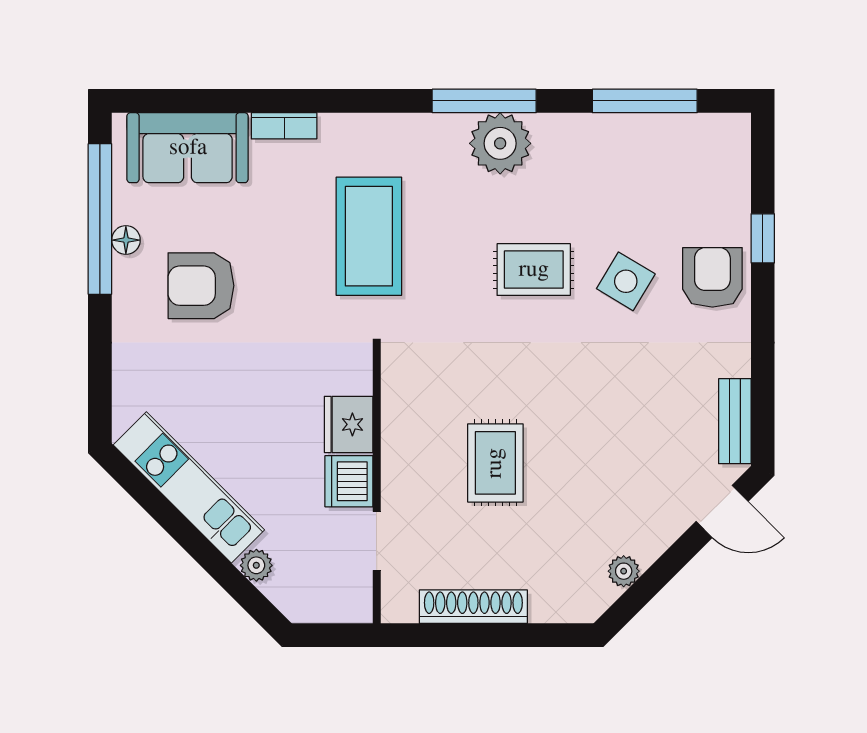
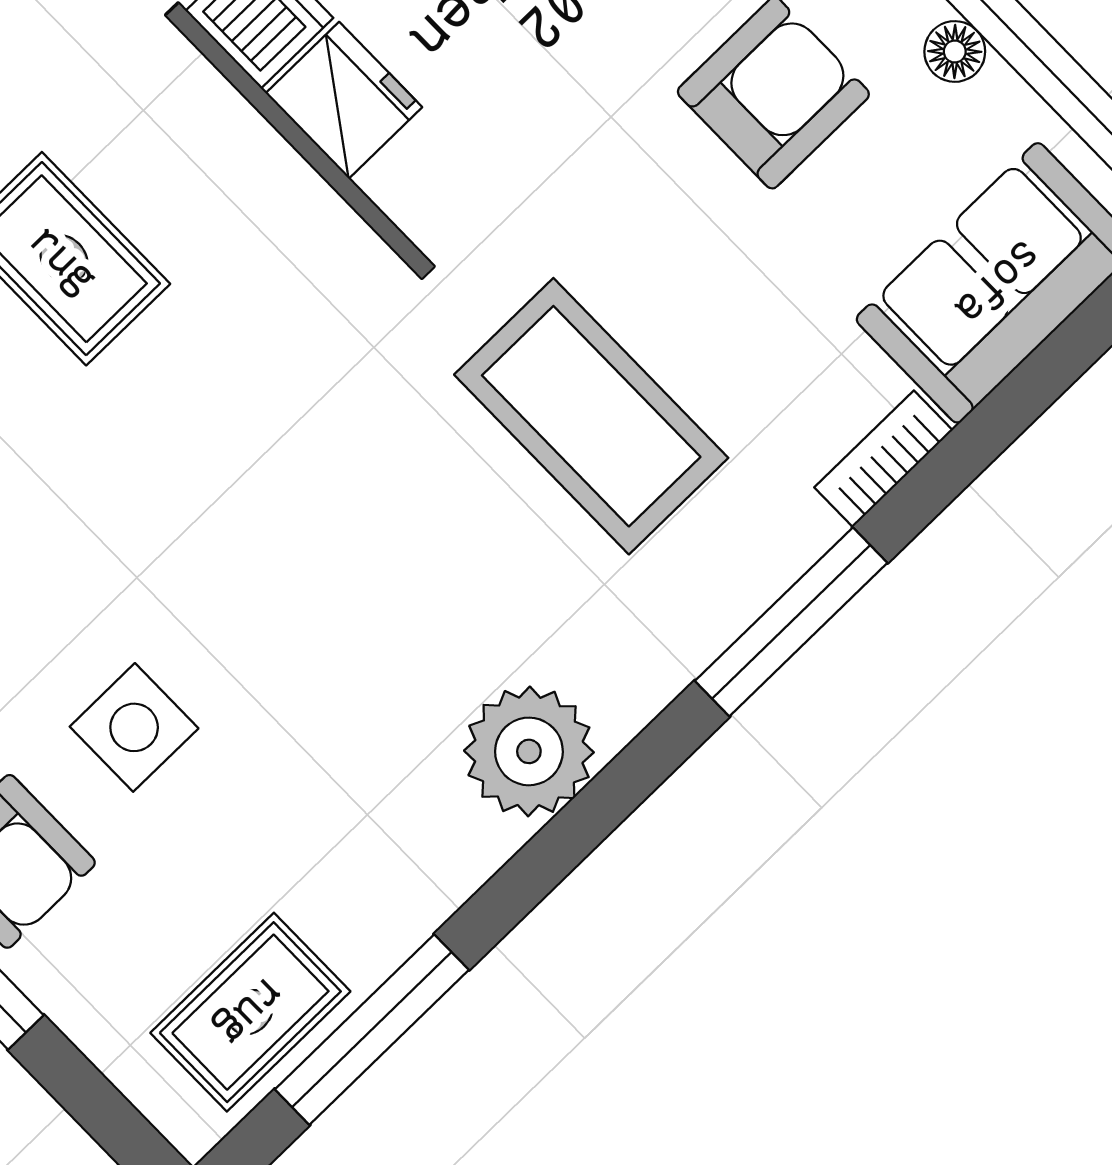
window: (484, 101) -> (791, 622), moved
rug: (534, 270) -> (250, 1012), moved
side table: (626, 281) -> (134, 727), turned -31

